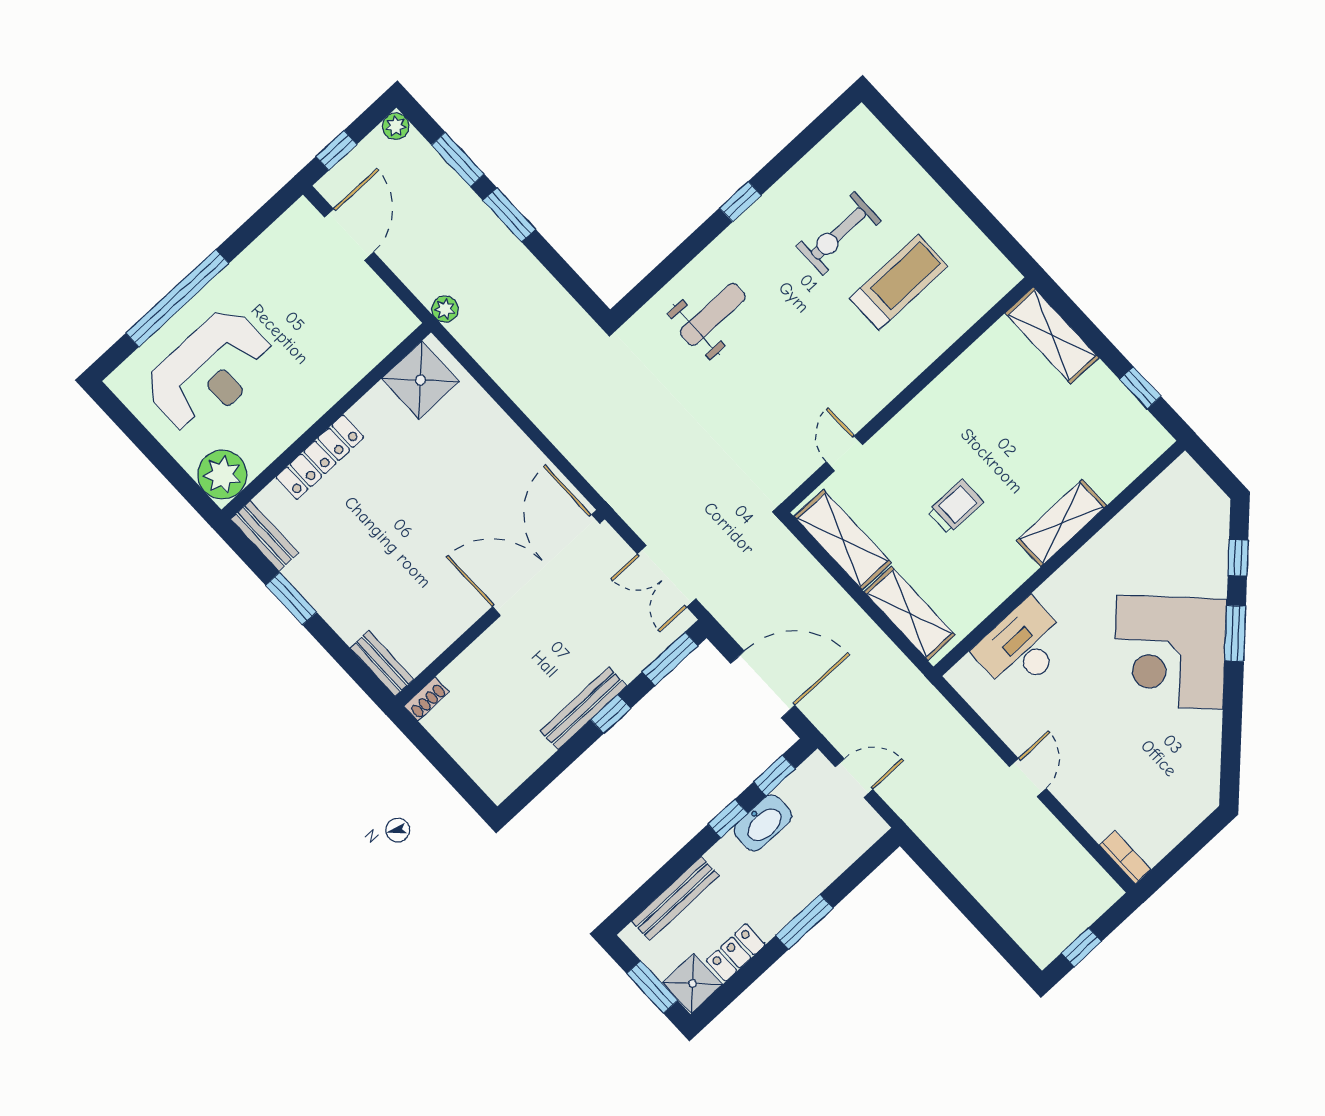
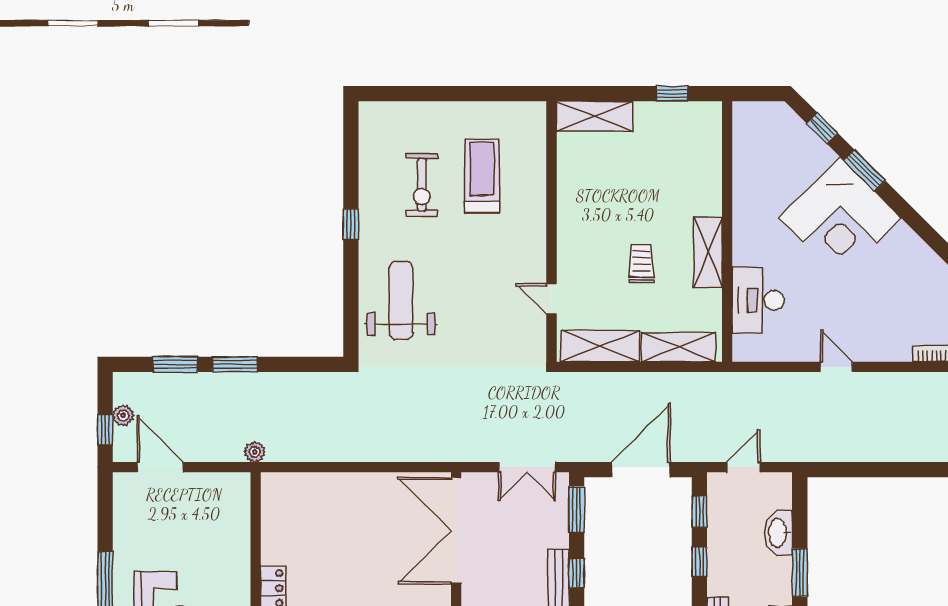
plant: (396, 126) -> (123, 415), moved
weight bench: (713, 314) -> (401, 300), width x1.36, depth x1.33
shower: (420, 380) -> (282, 504), removed
shelving: (1062, 523) -> (708, 252), moved
washbasin: (763, 823) -> (778, 533), moved, turned 180

